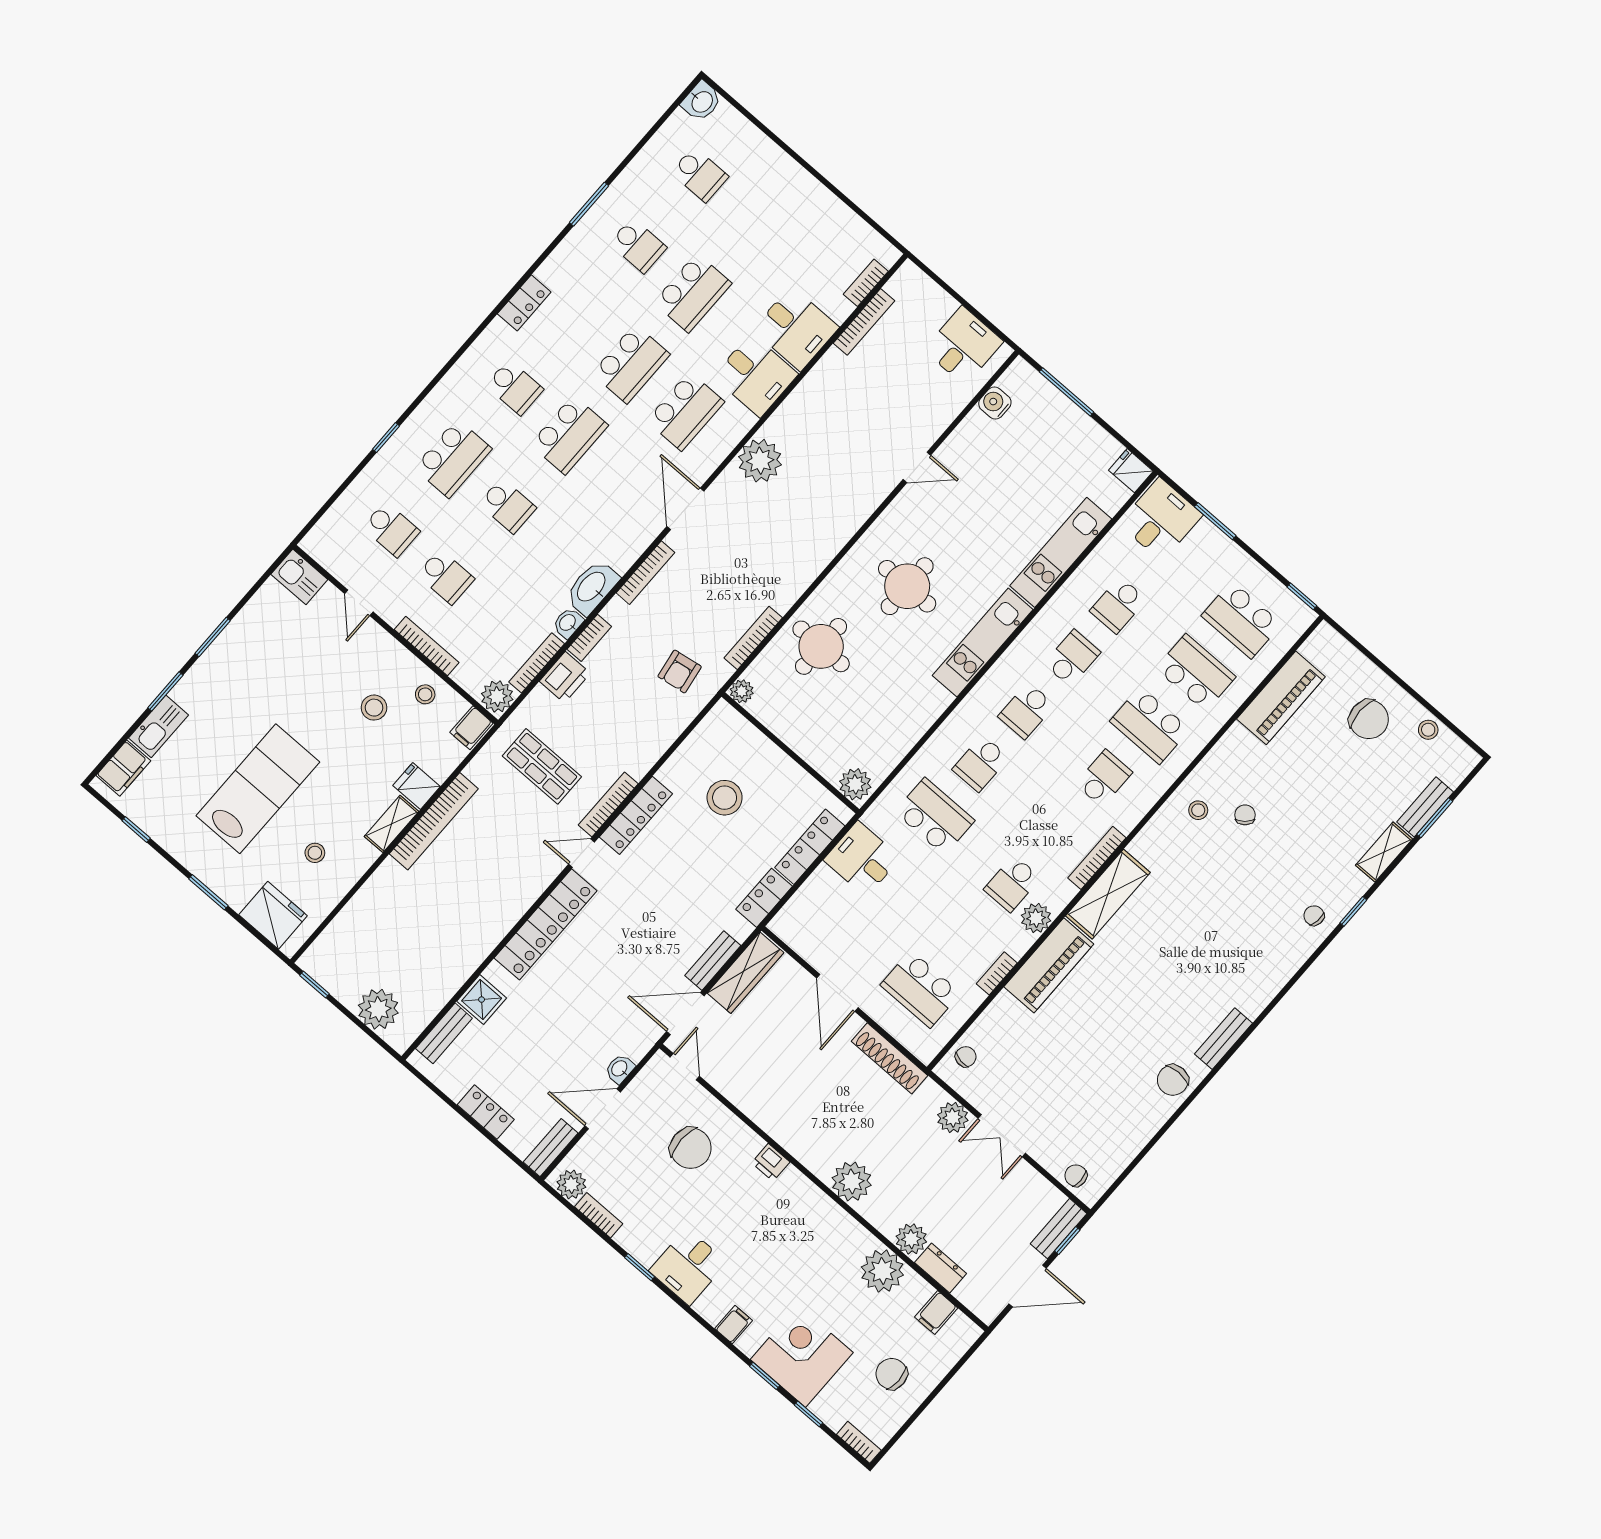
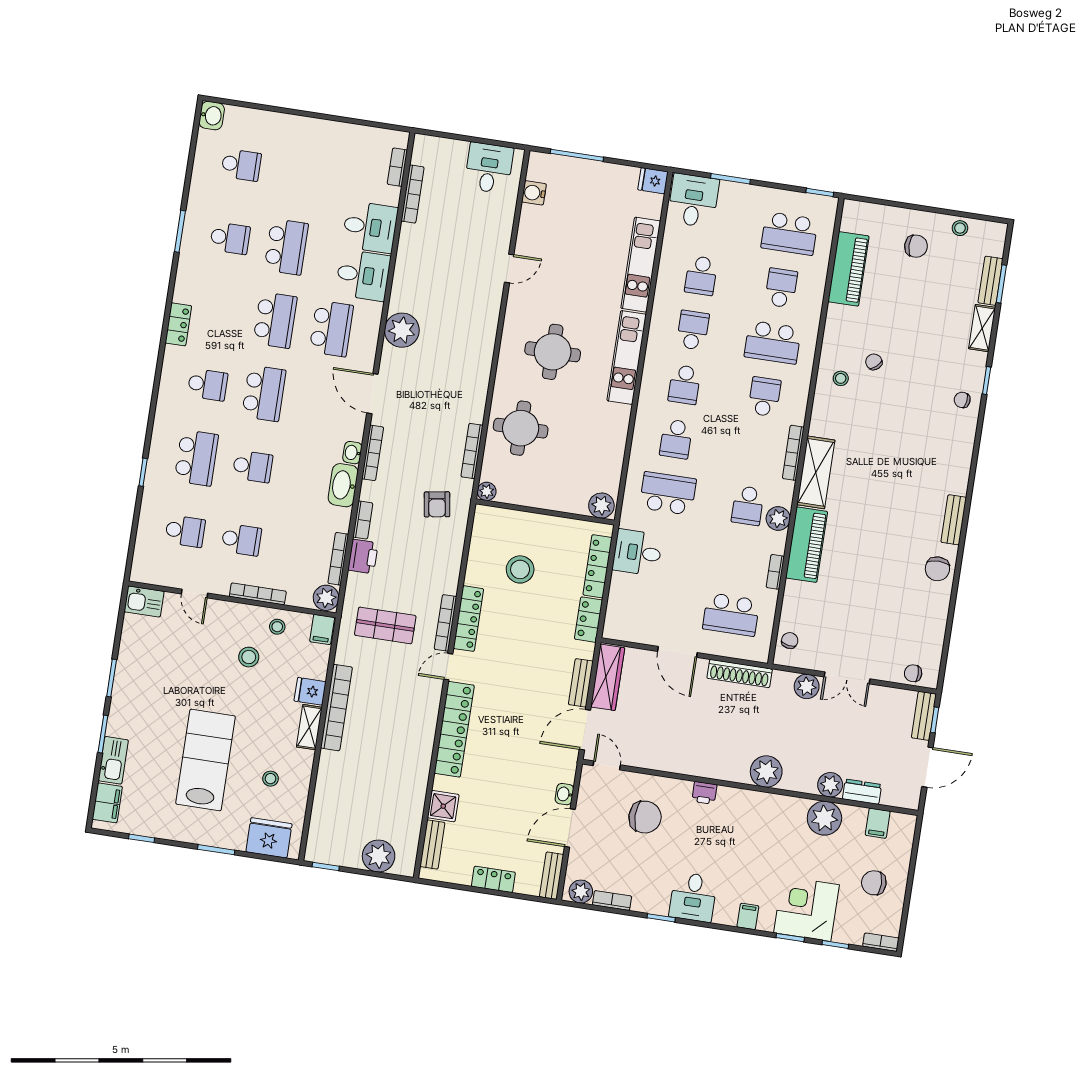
washbasin: (568, 623) -> (352, 453), moved
school desk: (1196, 673) -> (781, 288), width x0.54
chair: (1369, 719) -> (916, 246), width x0.73, depth x0.73

